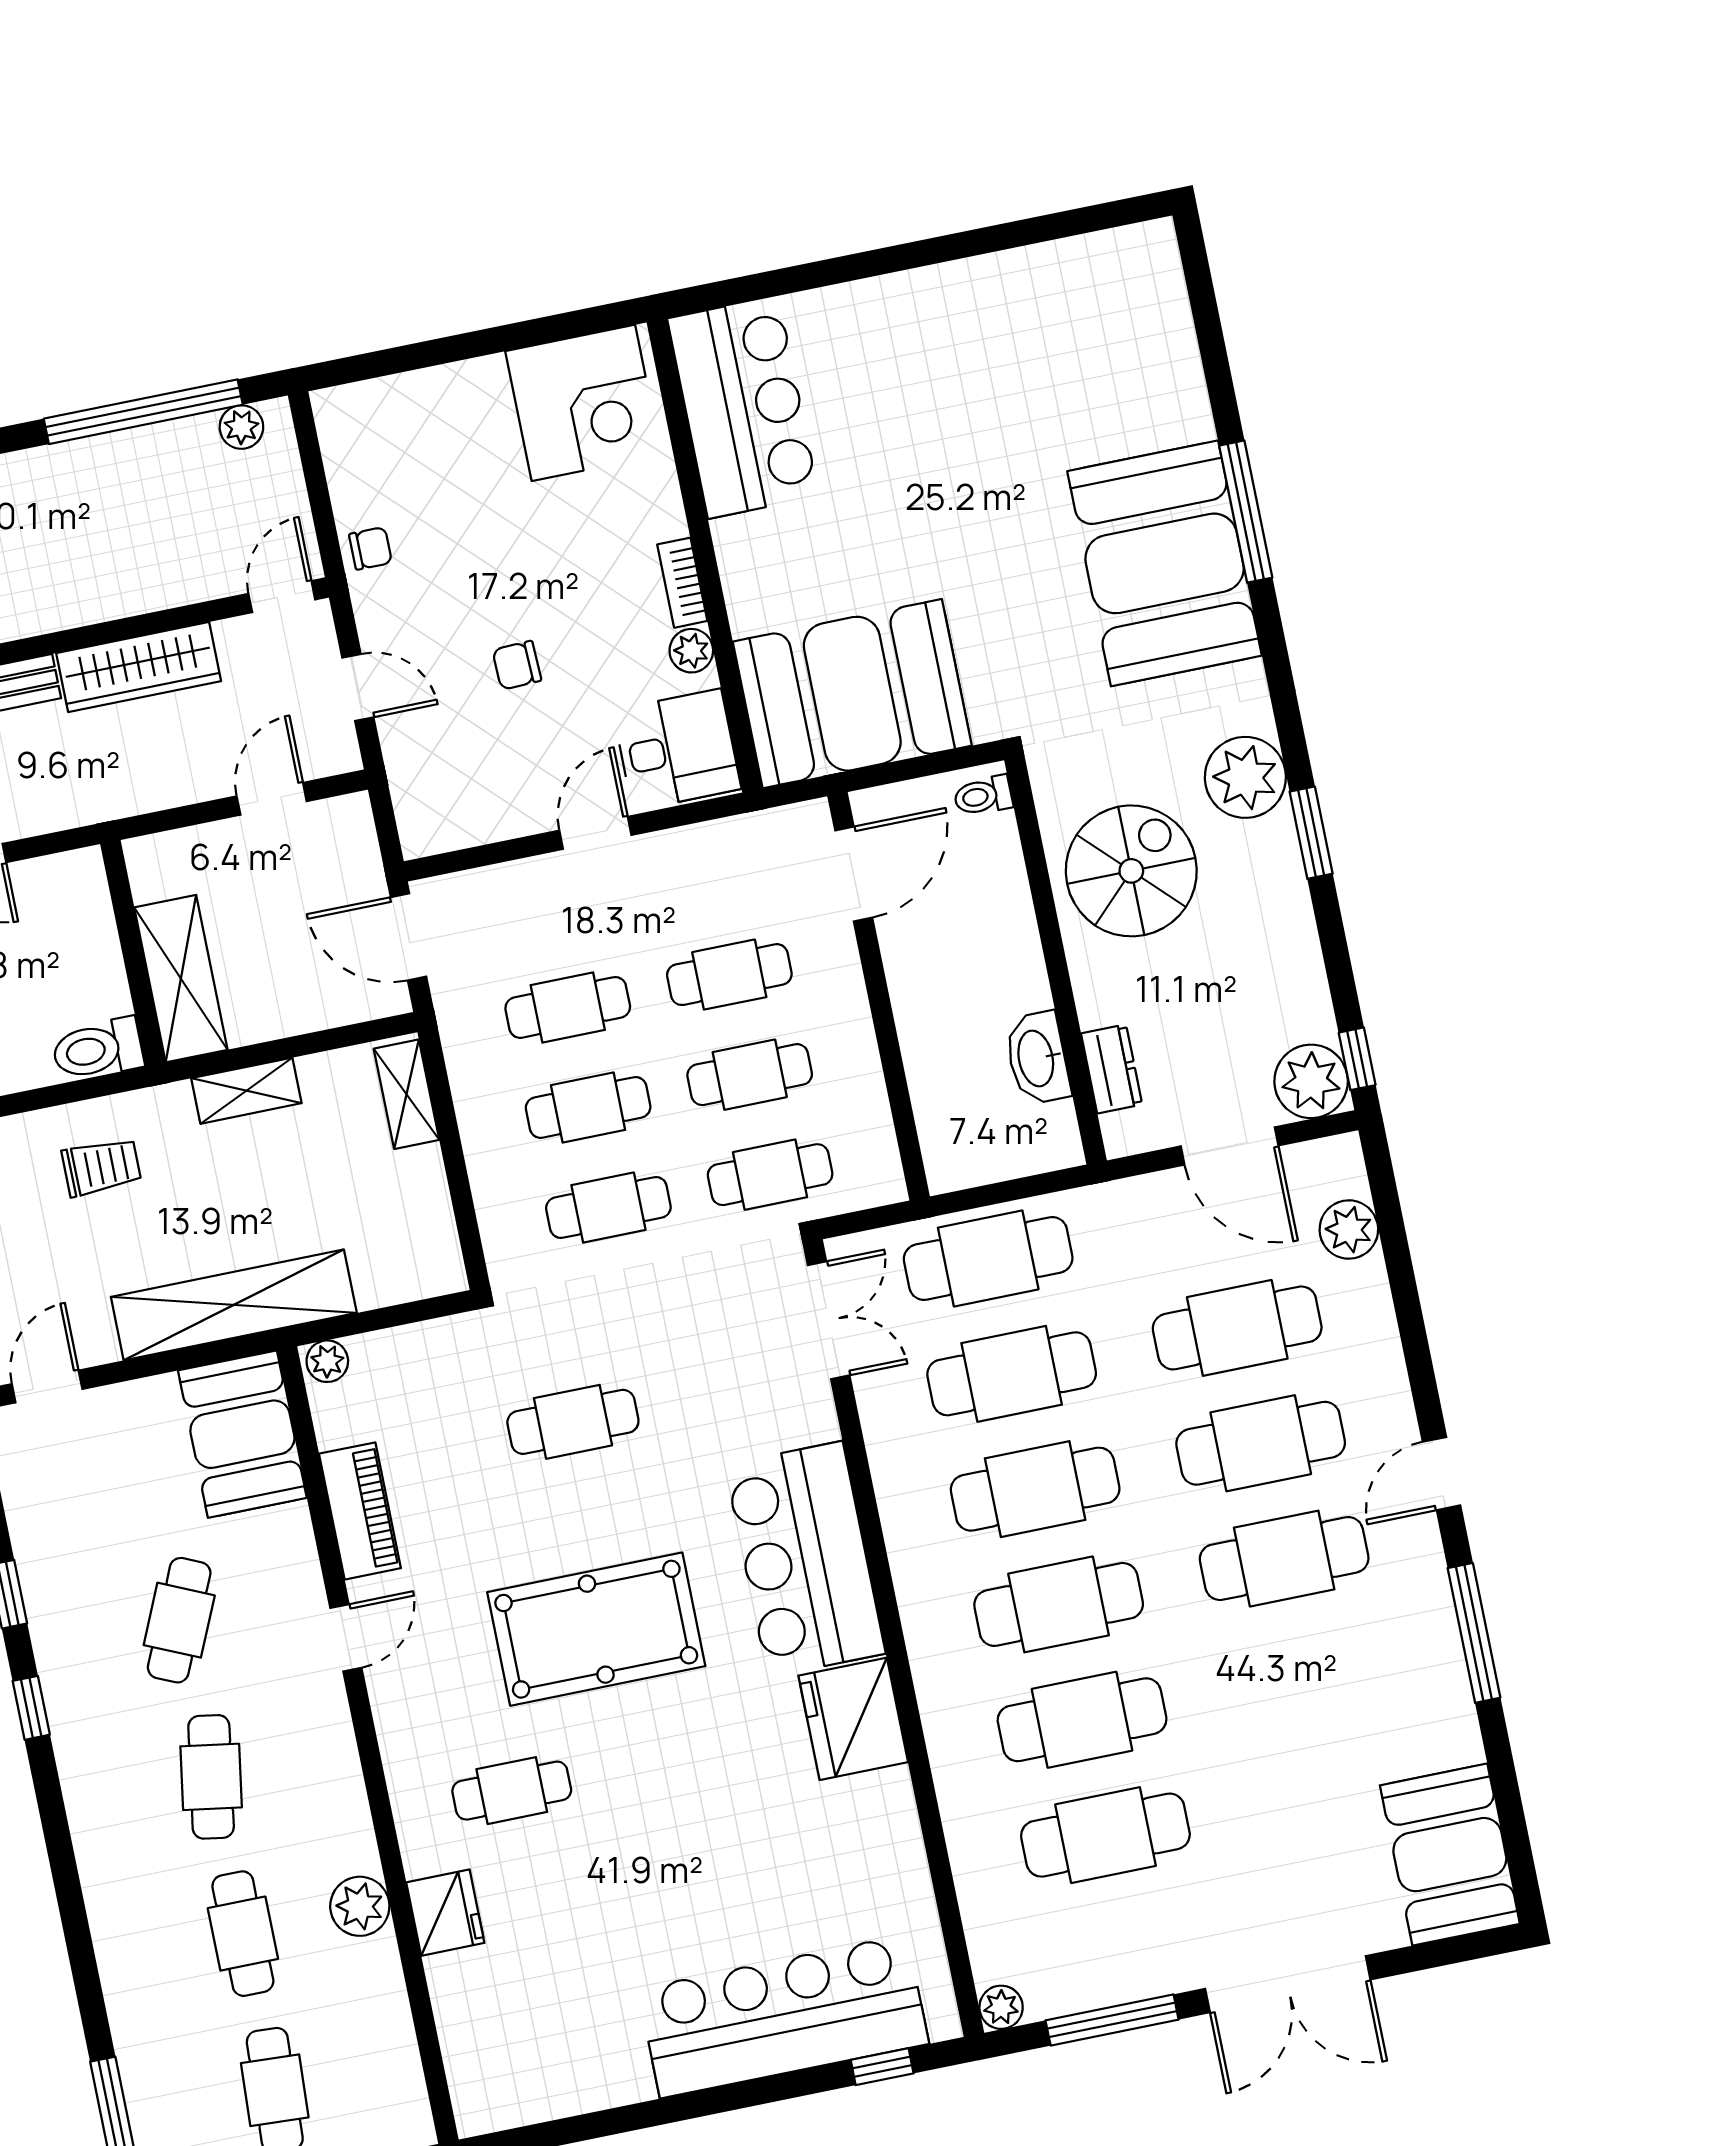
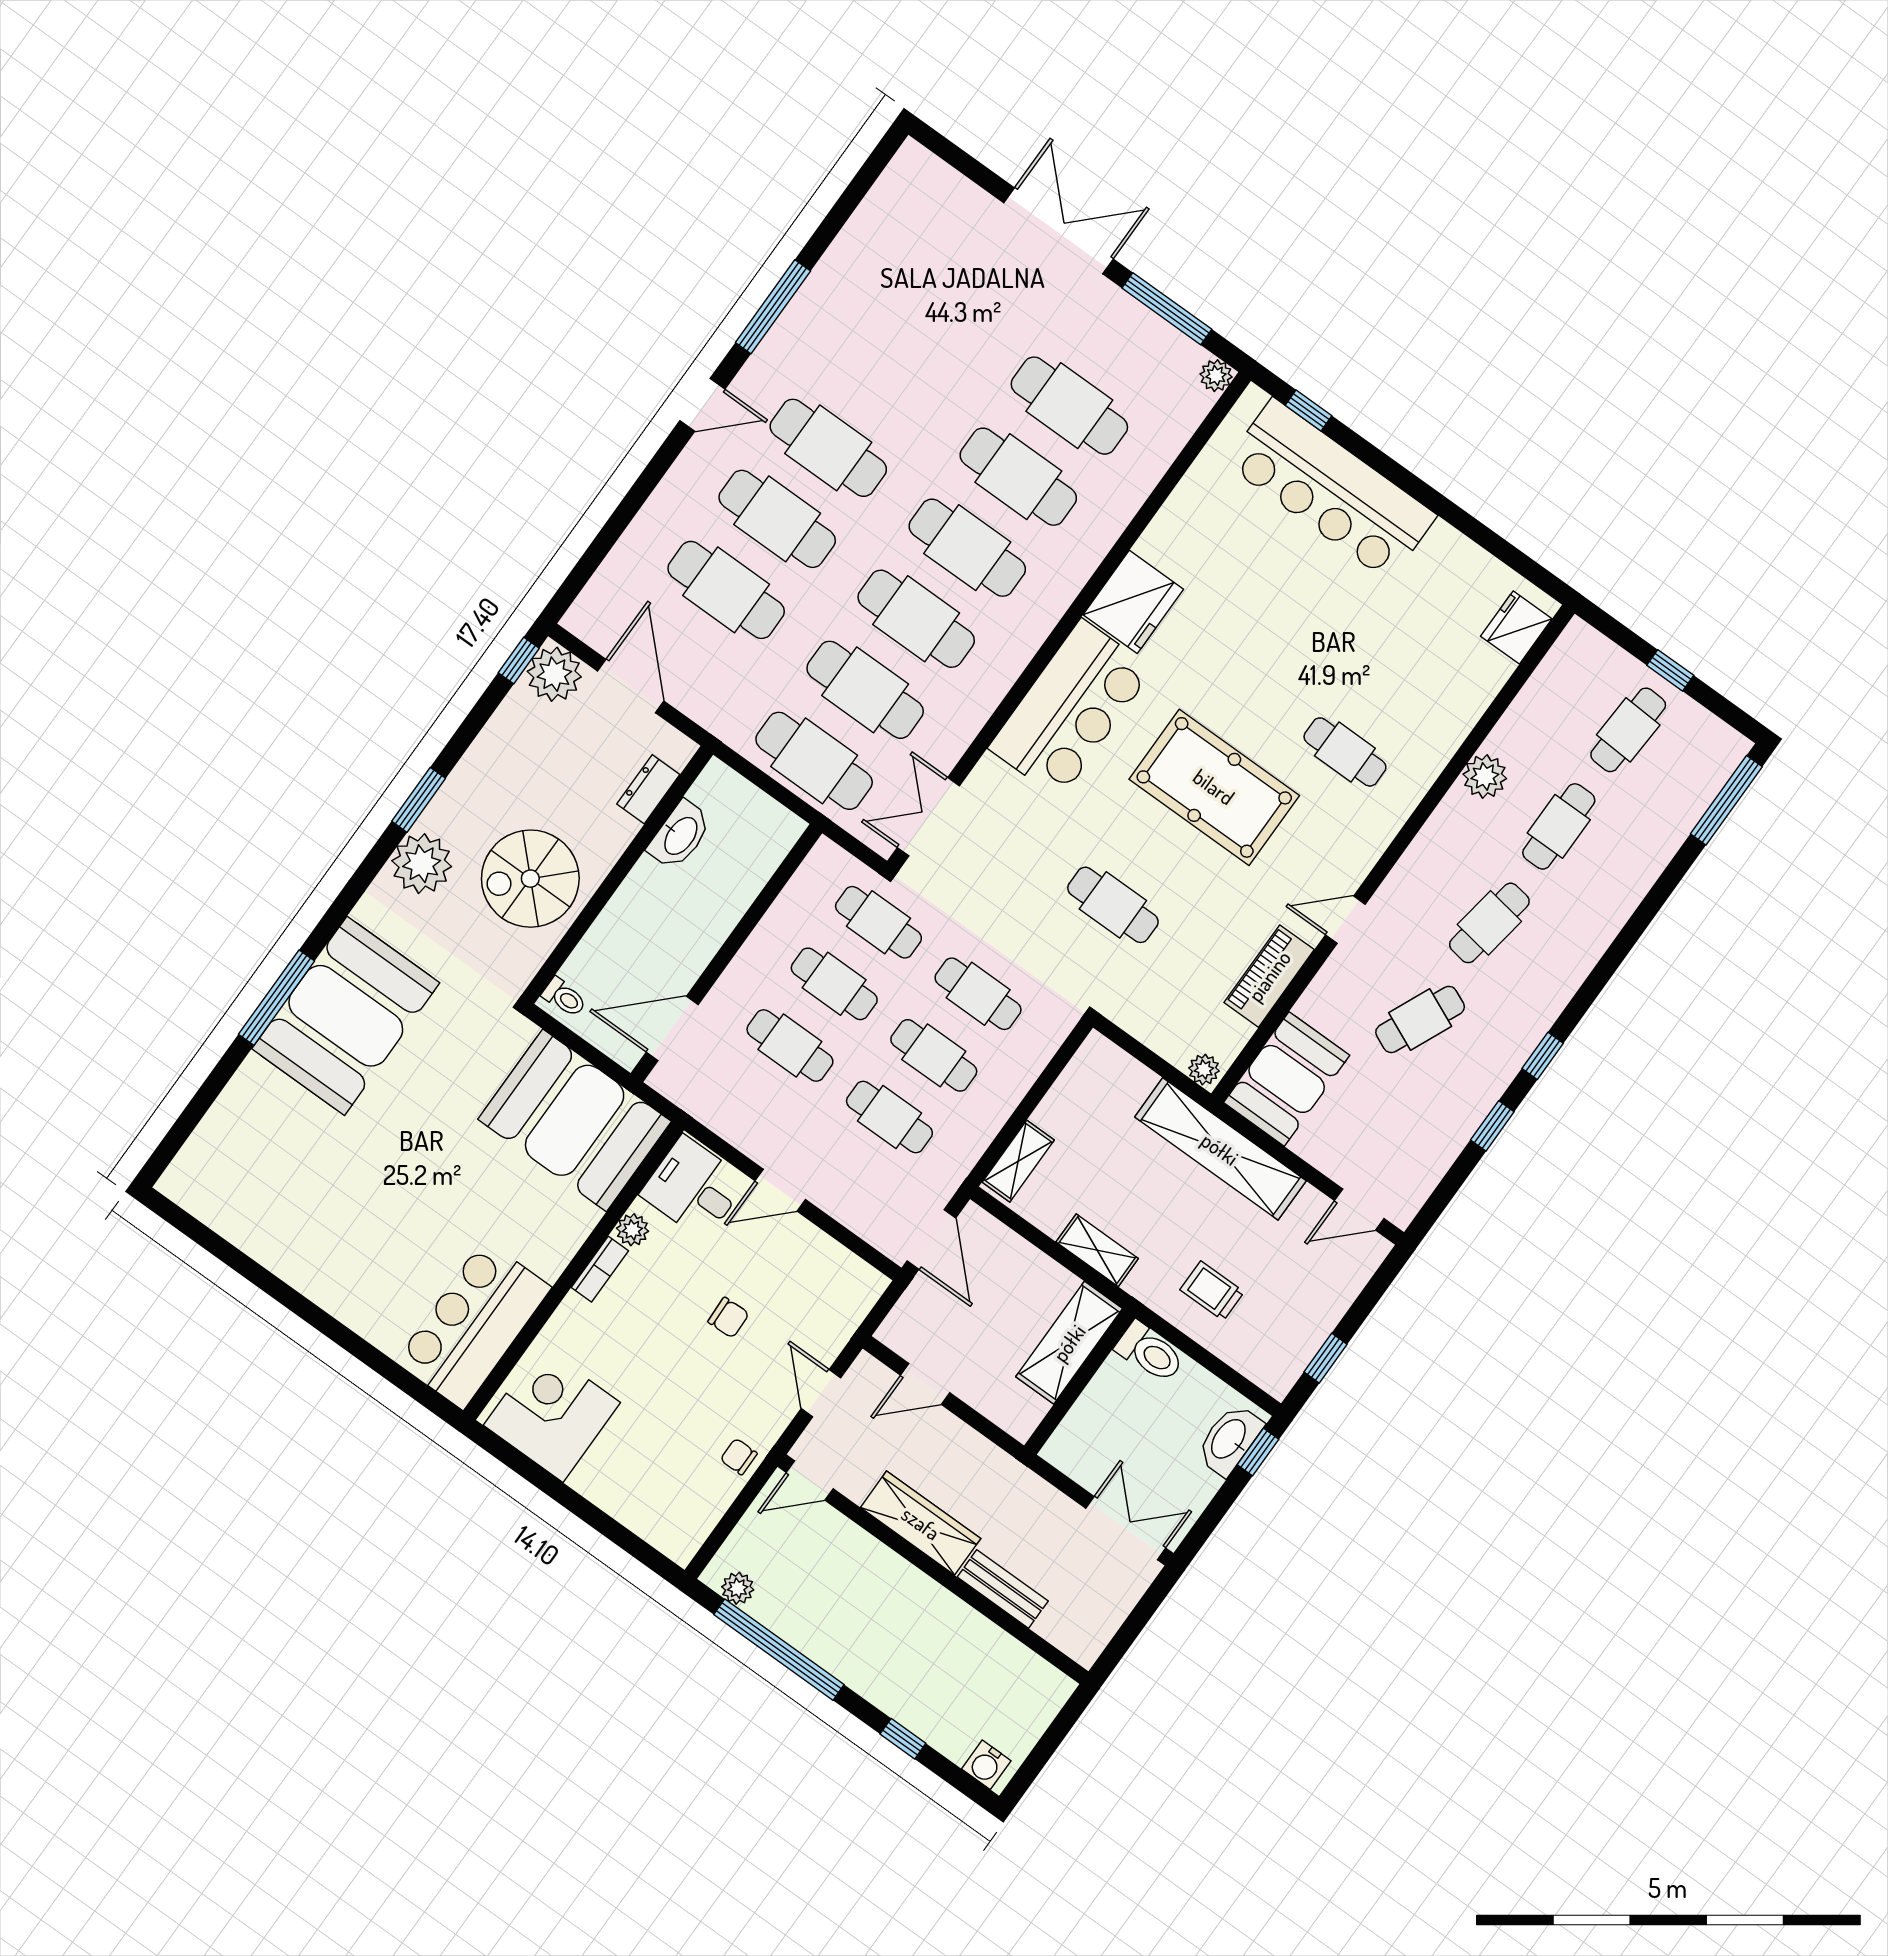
plant: (1349, 1229) -> (616, 579), removed
booth: (1450, 1855) -> (906, 208), removed
fridge: (445, 1913) -> (1516, 627), moved

